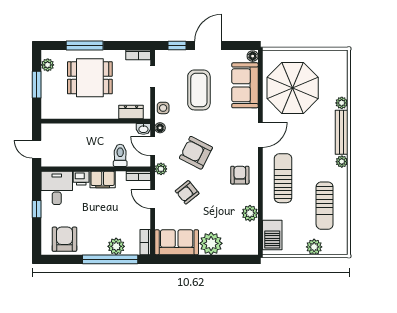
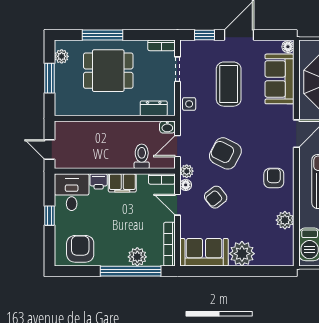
floor lamp: (160, 128) -> (186, 185), moved
door: (153, 146) -> (177, 146), hinge flipped
bookcase: (145, 242) -> (169, 244), width x1.56

